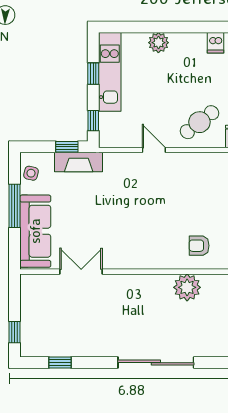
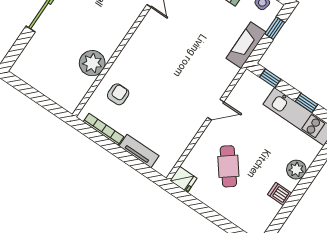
dishwasher: (215, 43) -> (280, 194), moved
cafe table: (199, 122) -> (228, 166), moved
window: (67, 147) -> (275, 28), moved

